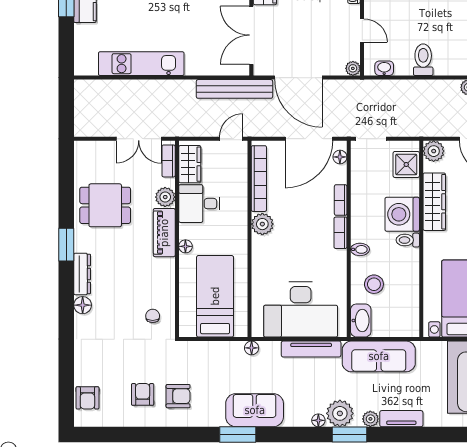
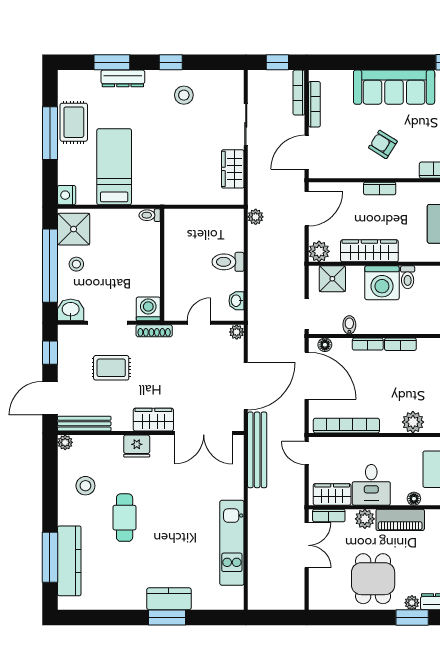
plant: (262, 224) -> (413, 422), moved
plant: (81, 244) -> (412, 603), added
bidet: (360, 249) -> (349, 325), moved

